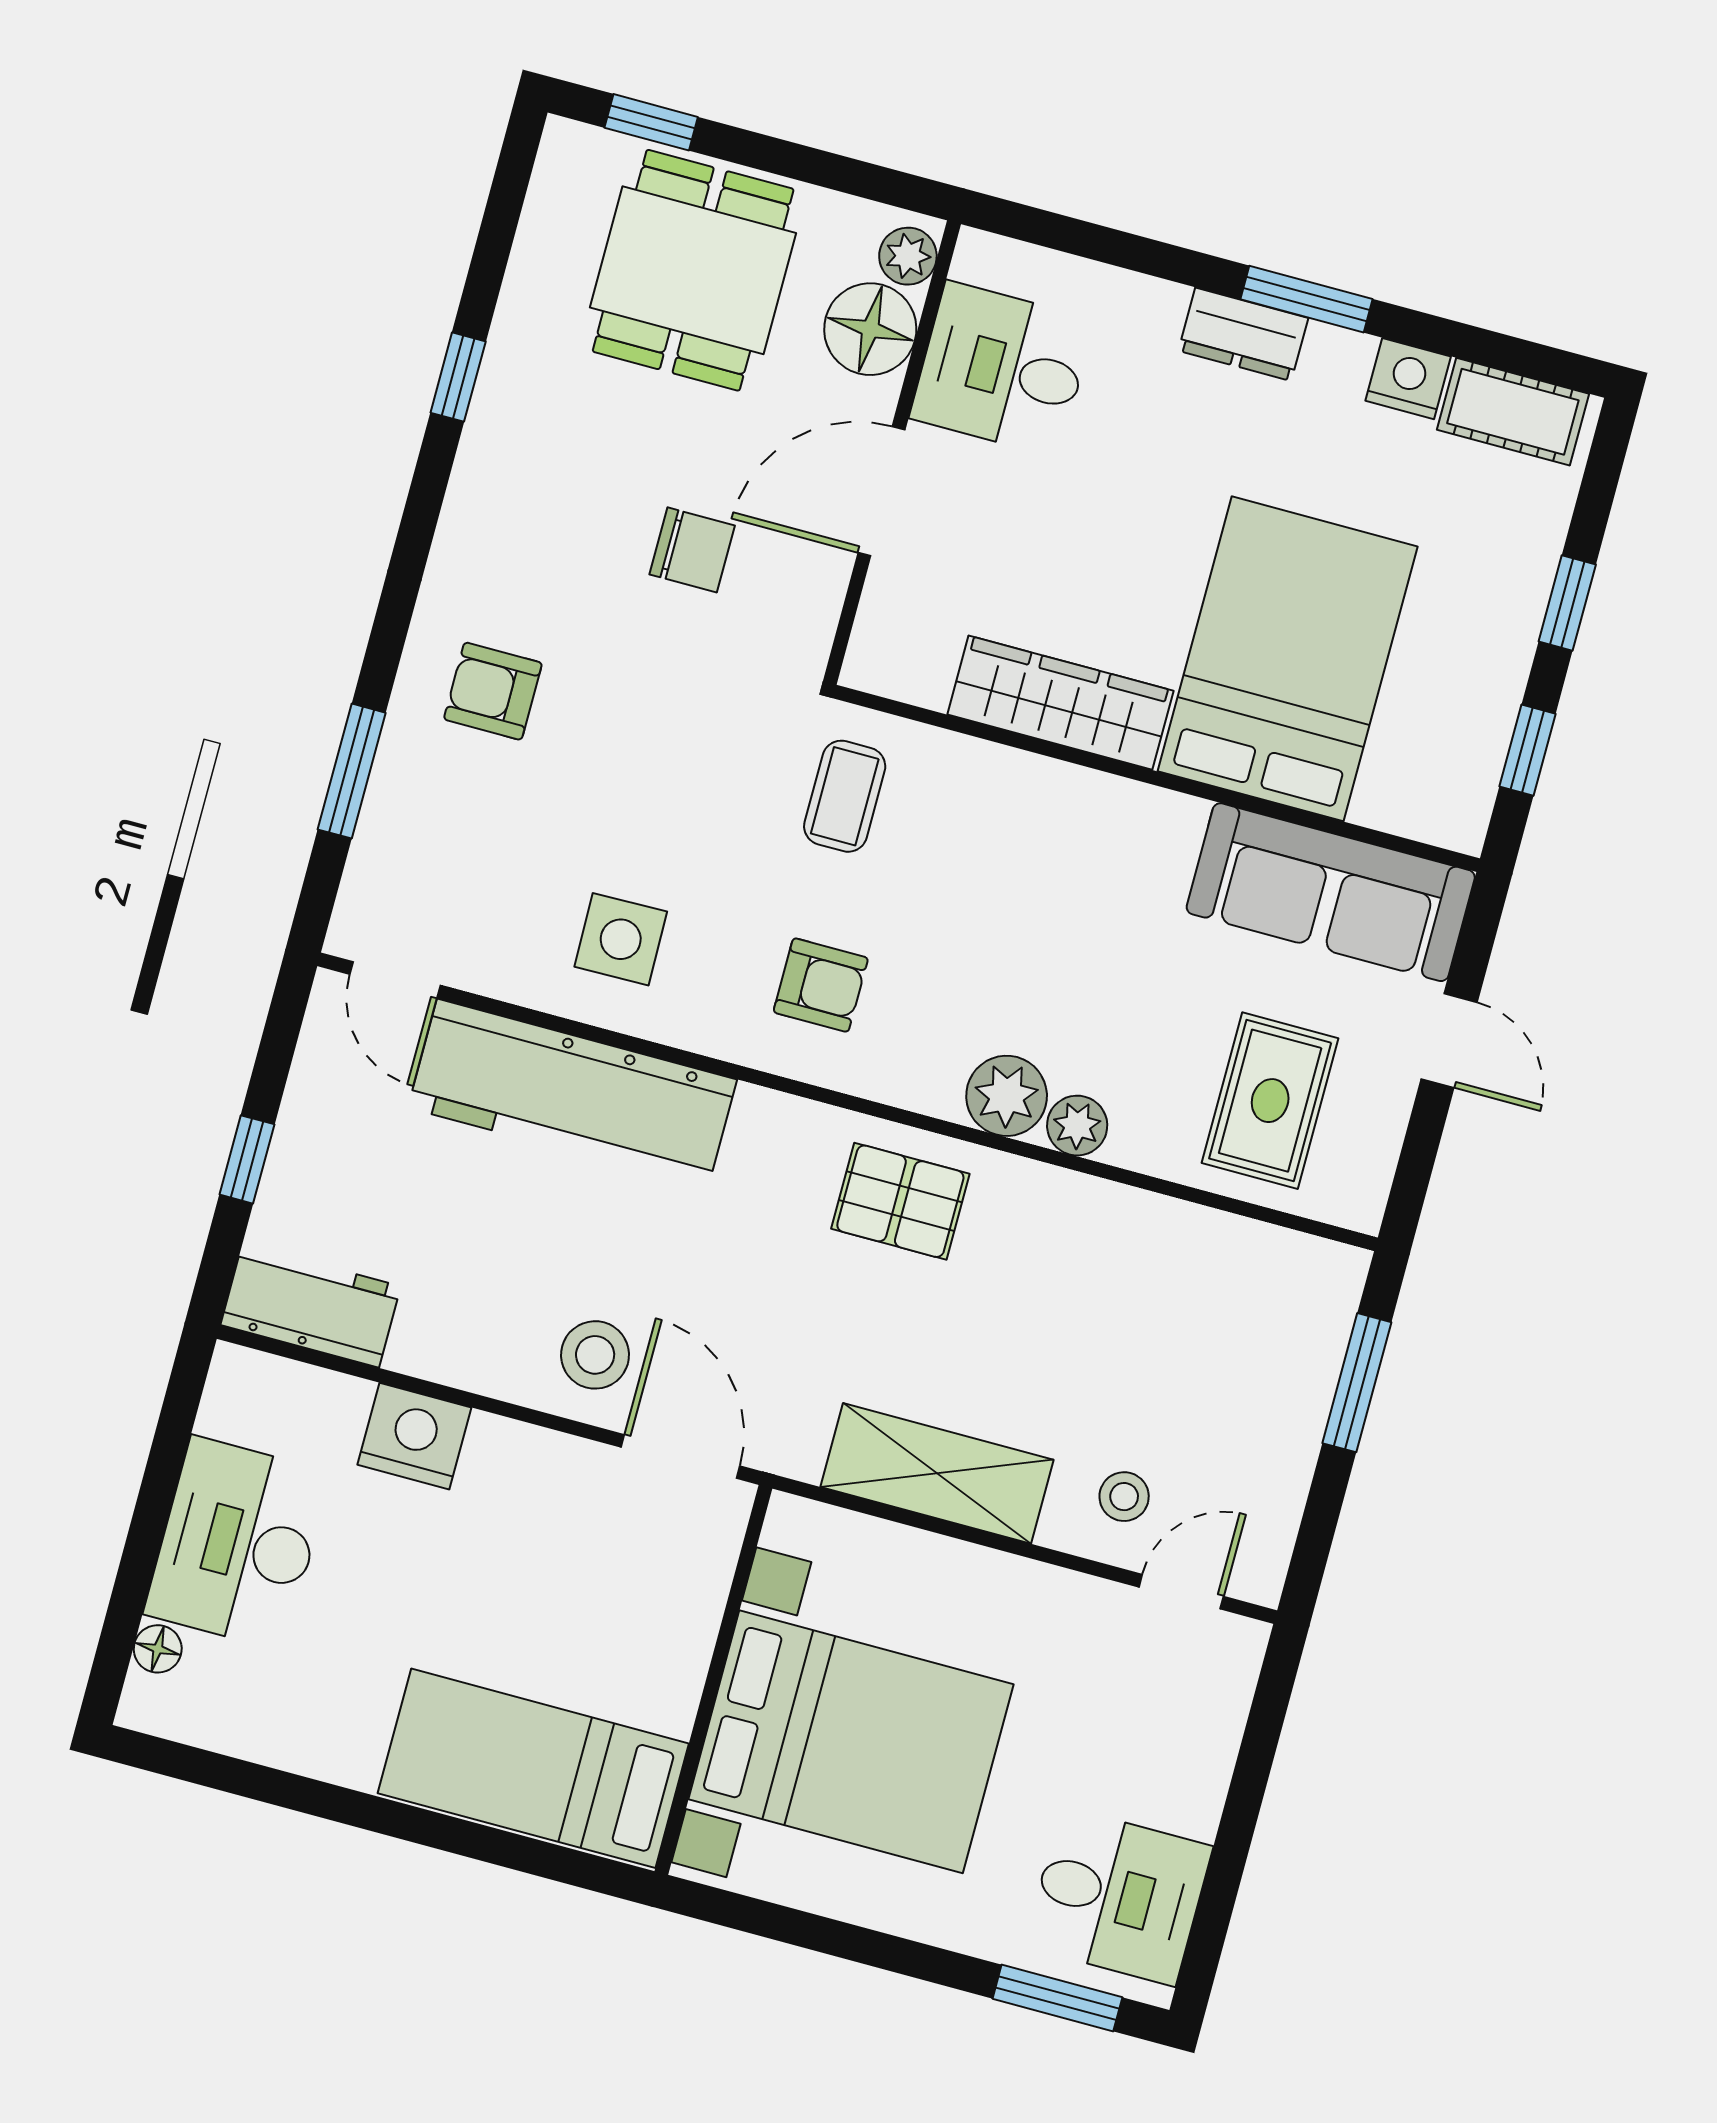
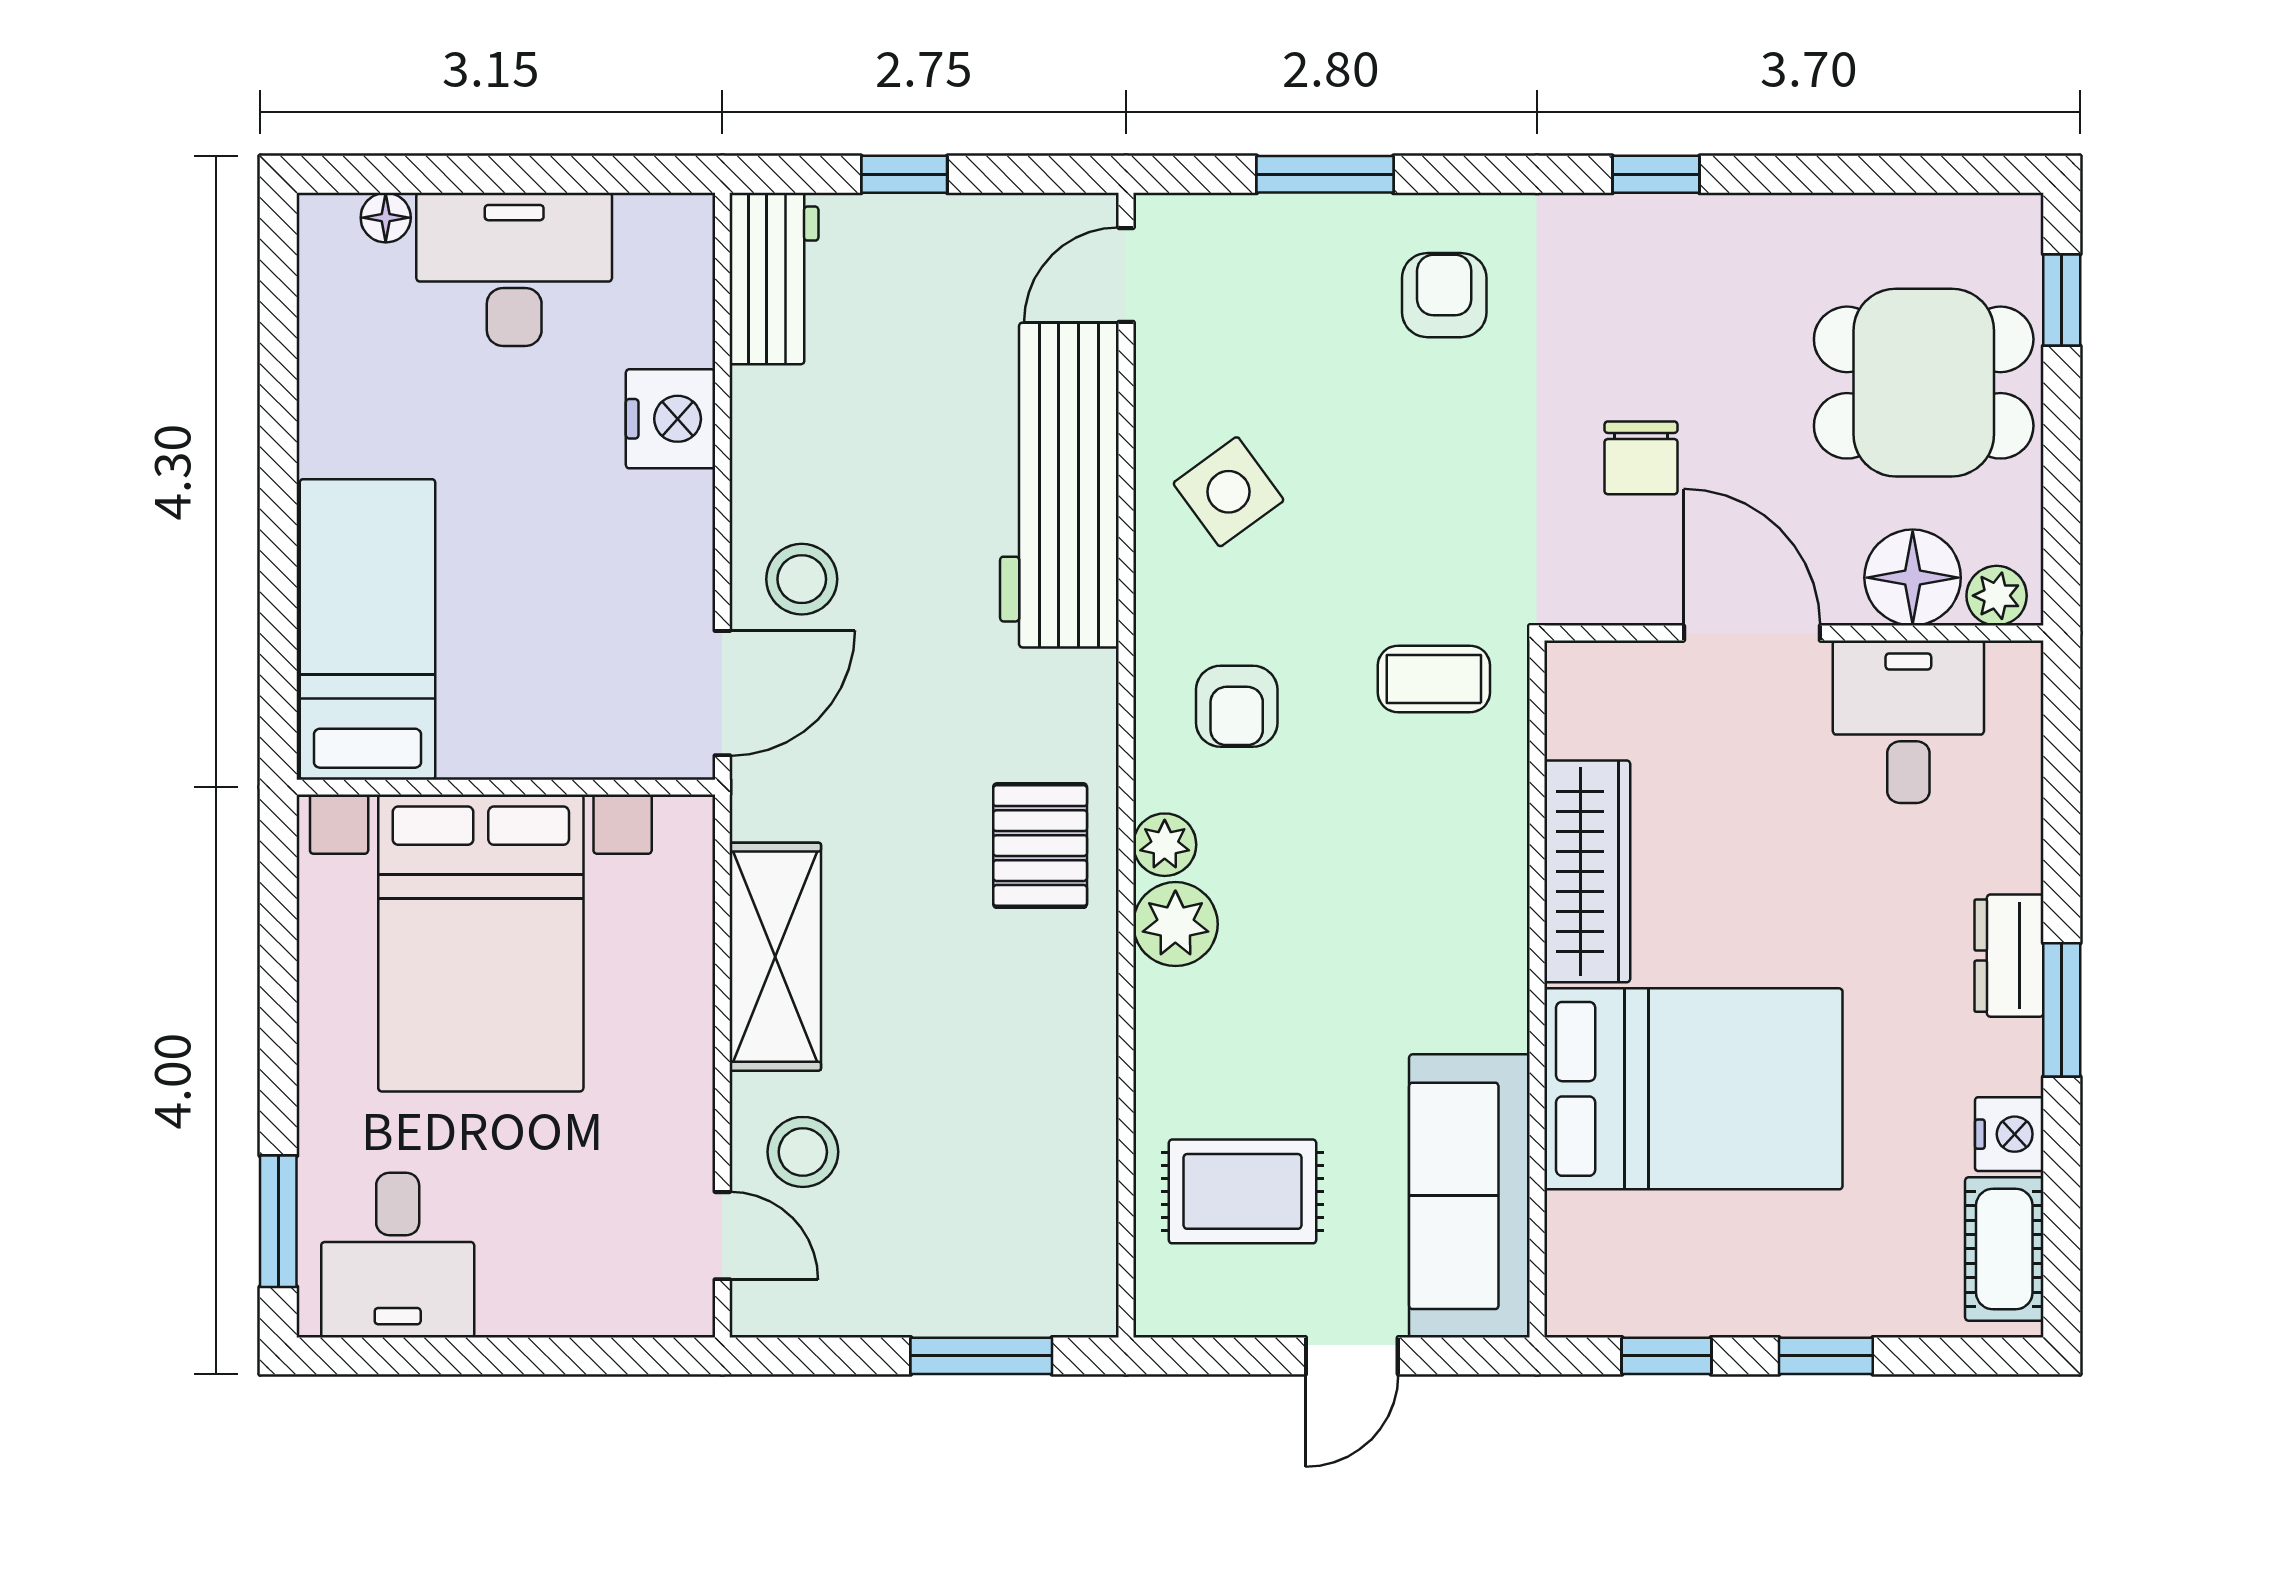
window: (458, 377) -> (1656, 174), moved
side table: (621, 939) -> (1228, 492), turned -35
plant: (1077, 1126) -> (1165, 845), moved
stool: (1124, 1497) -> (803, 1152), width x1.37, depth x1.37

